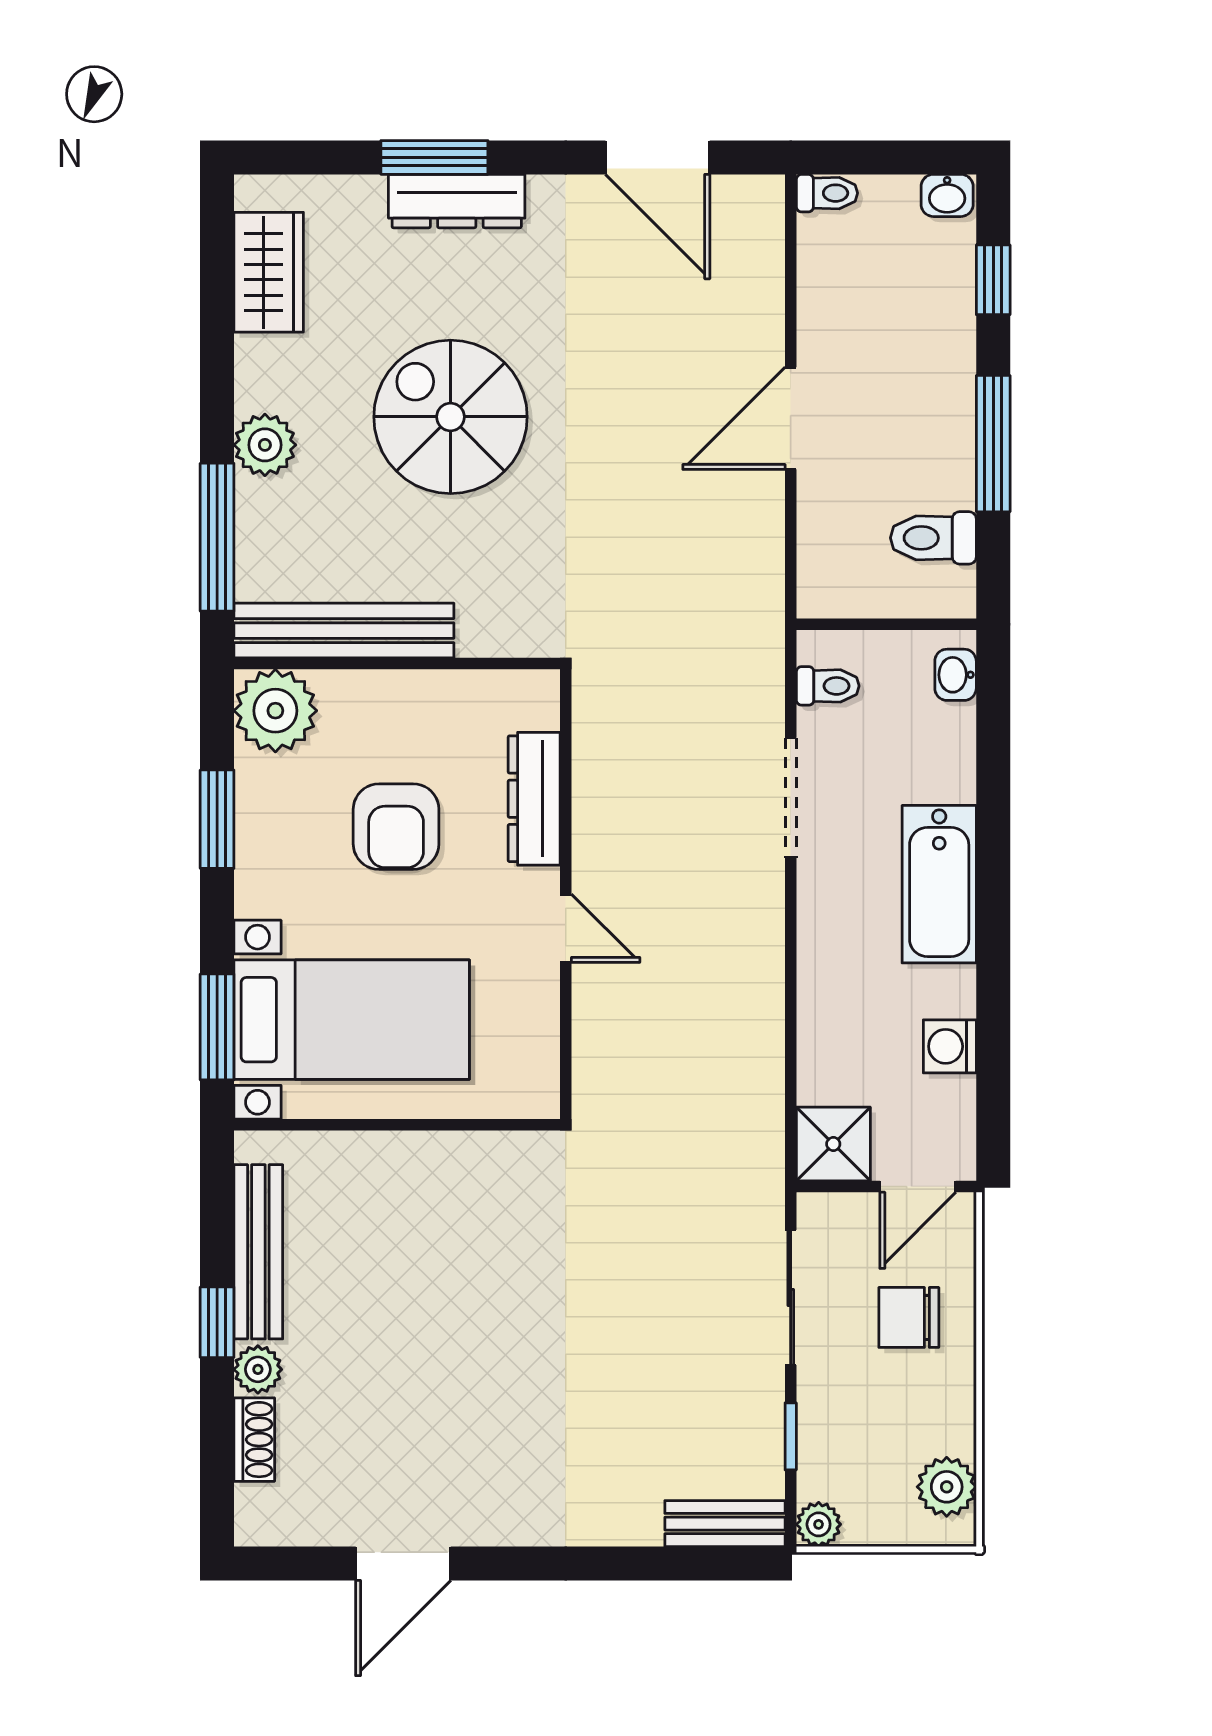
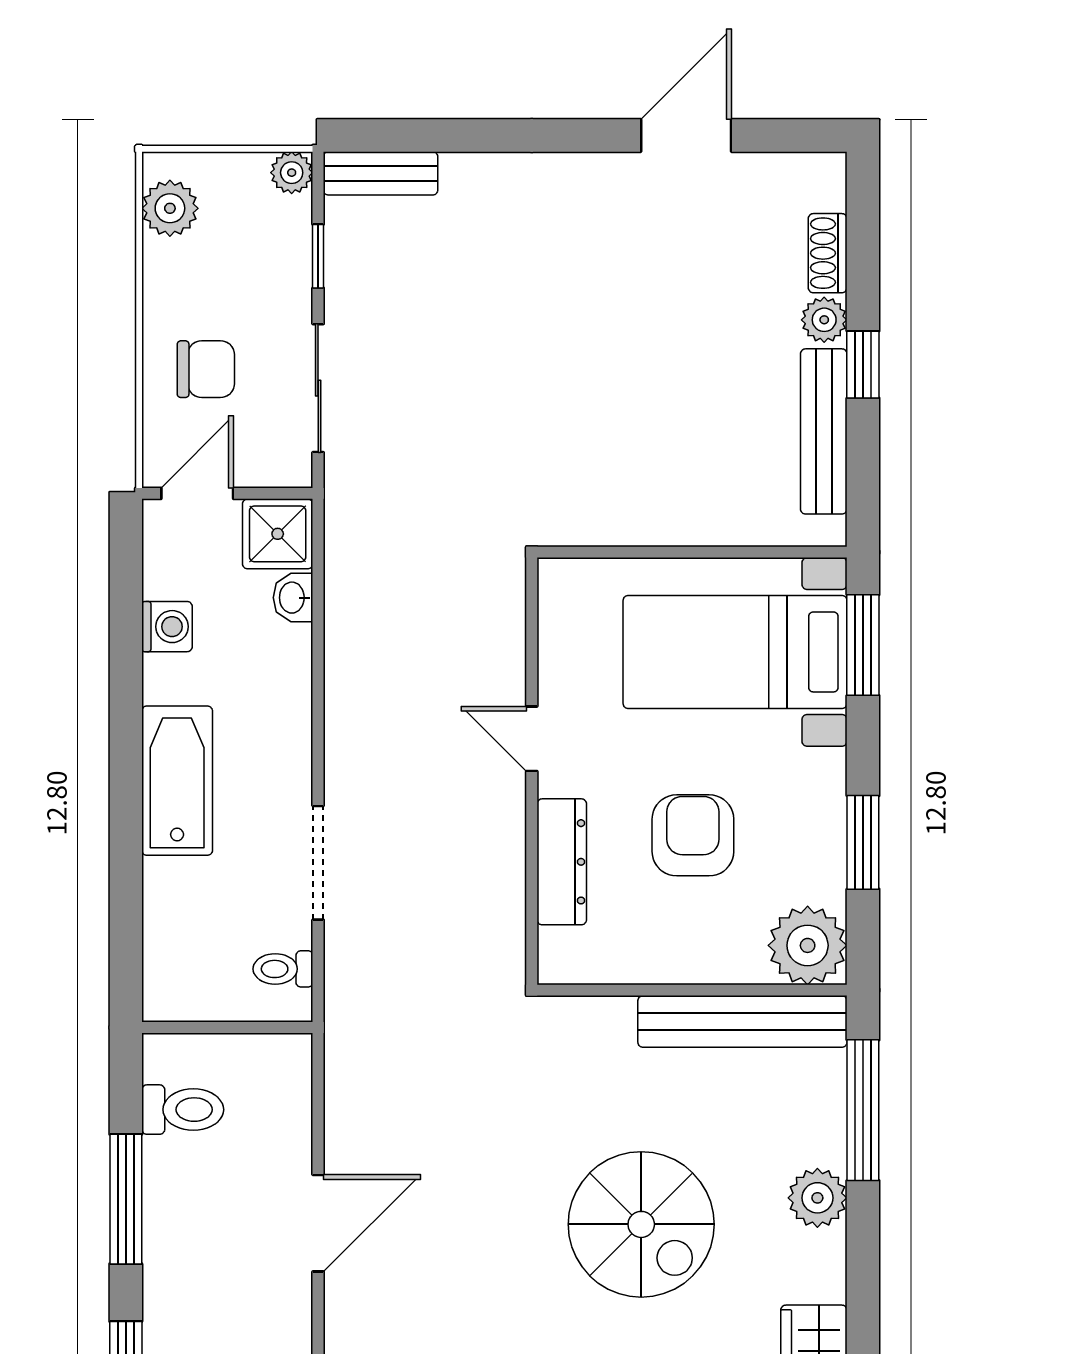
washbasin: (956, 675) -> (293, 598), moved, turned 180

